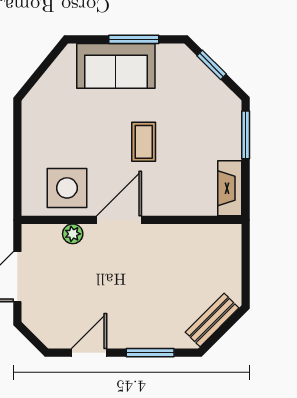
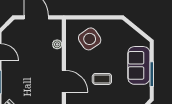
side table: (67, 188) -> (90, 39), moved, turned -35
door: (119, 220) -> (64, 81), moved

